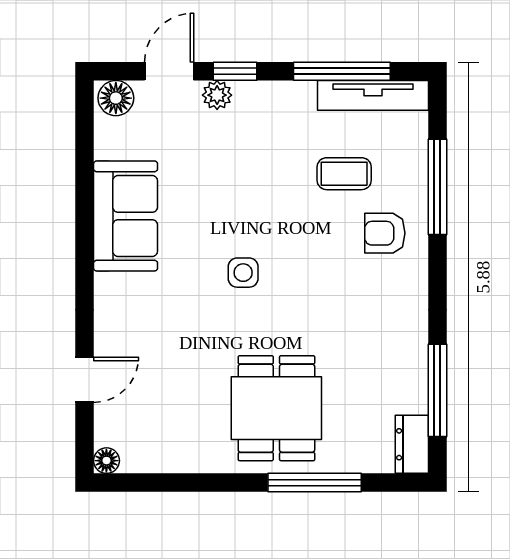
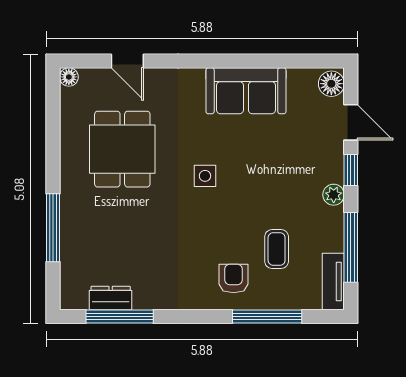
plant: (217, 95) -> (334, 195), moved
tv unit: (373, 95) -> (333, 281), width x0.71
dining table: (276, 408) -> (122, 149), moved, turned 90
dresser: (412, 444) -> (111, 298), moved

